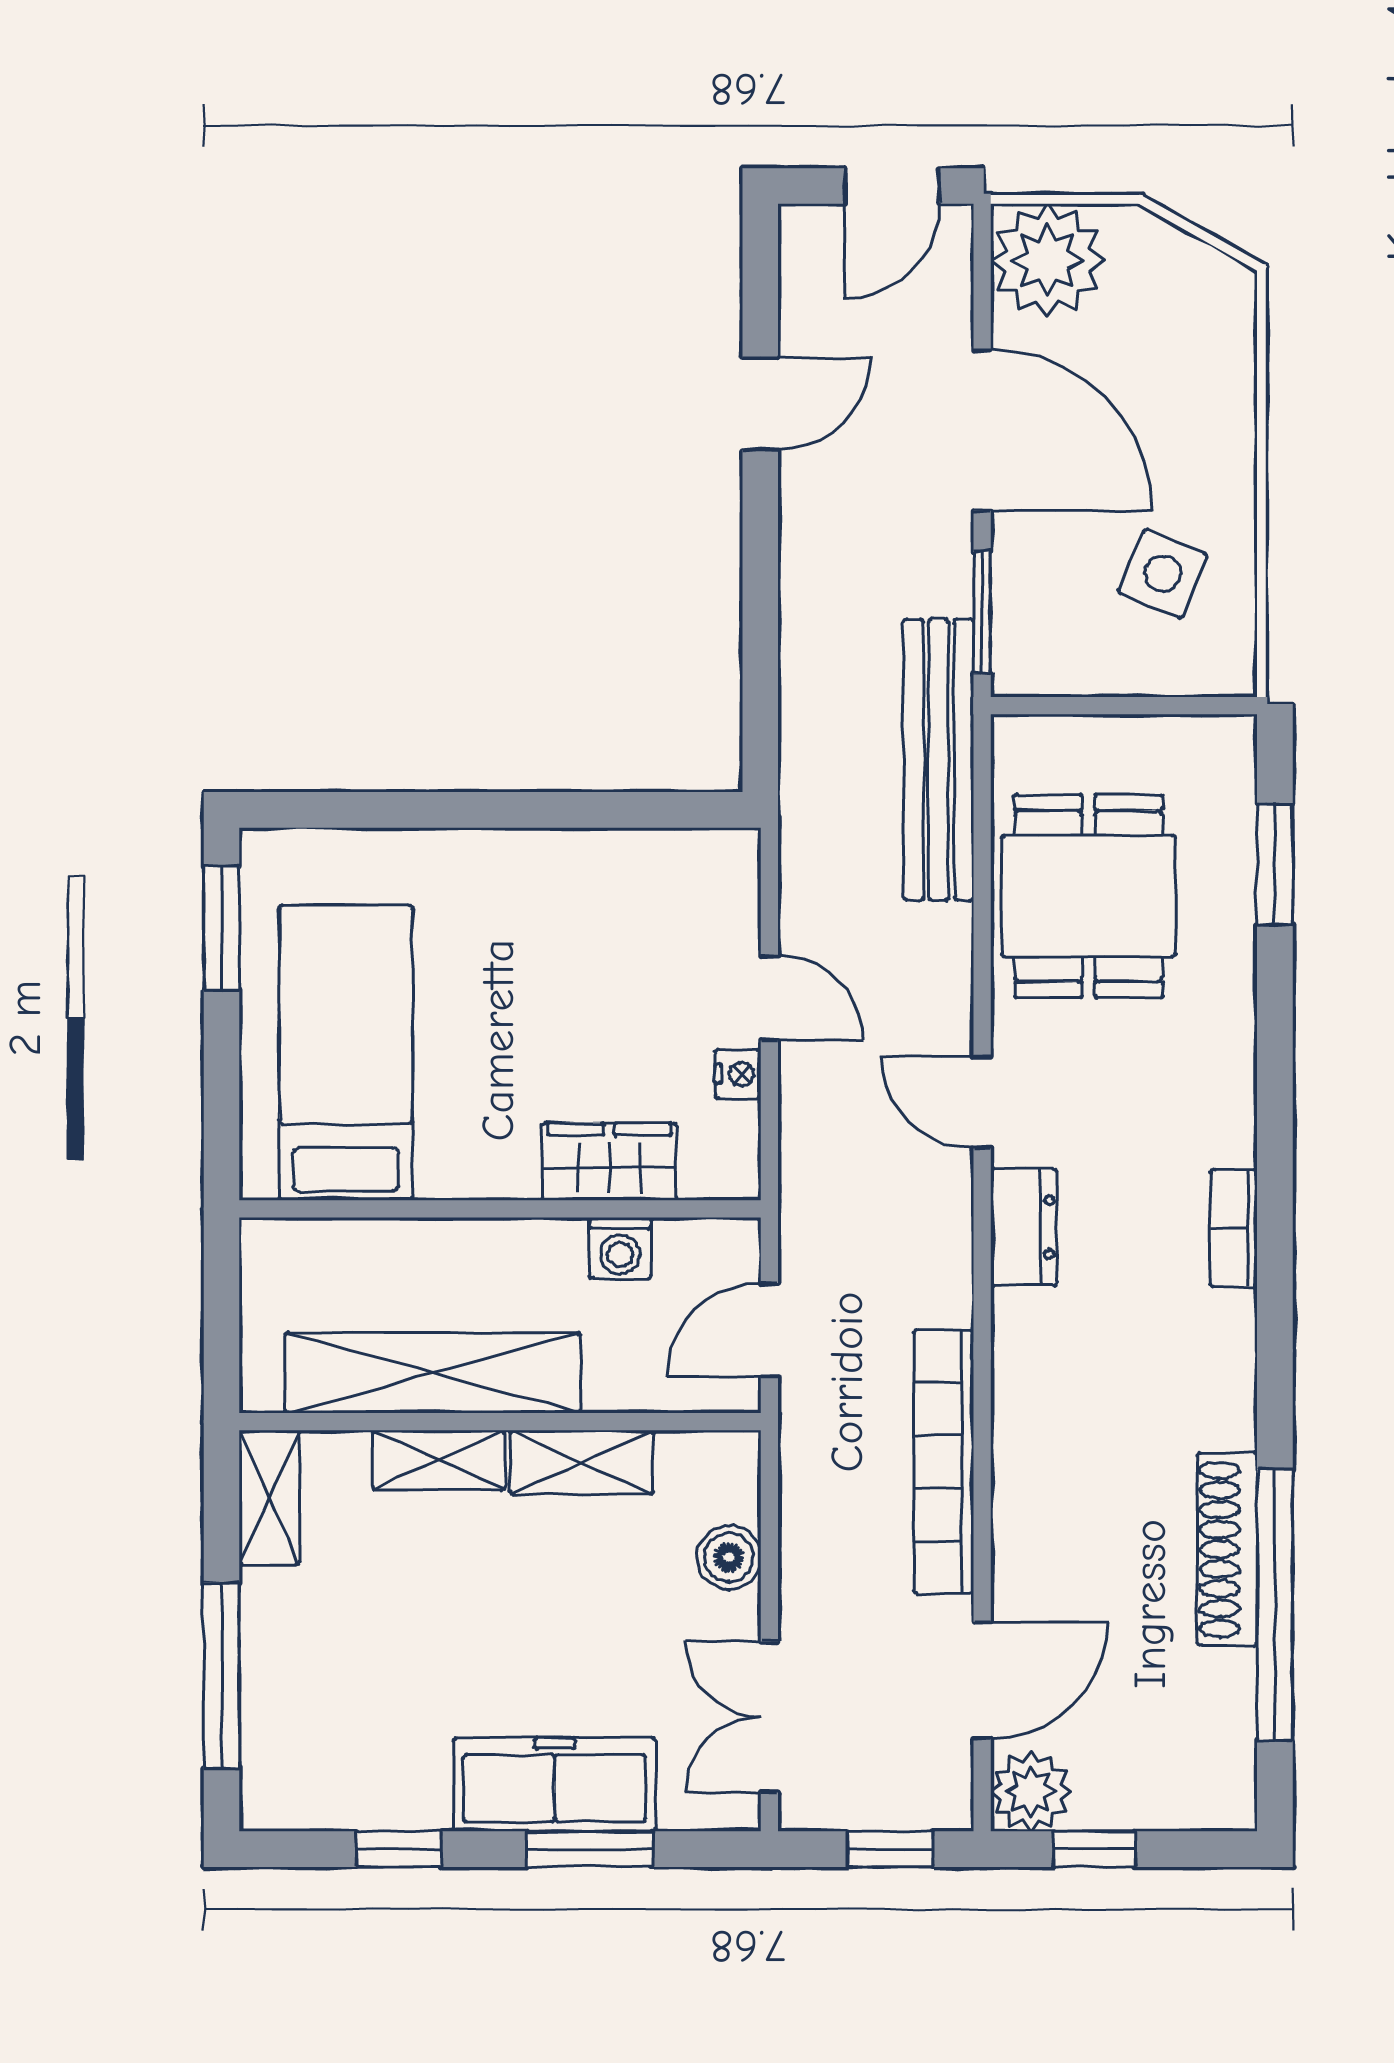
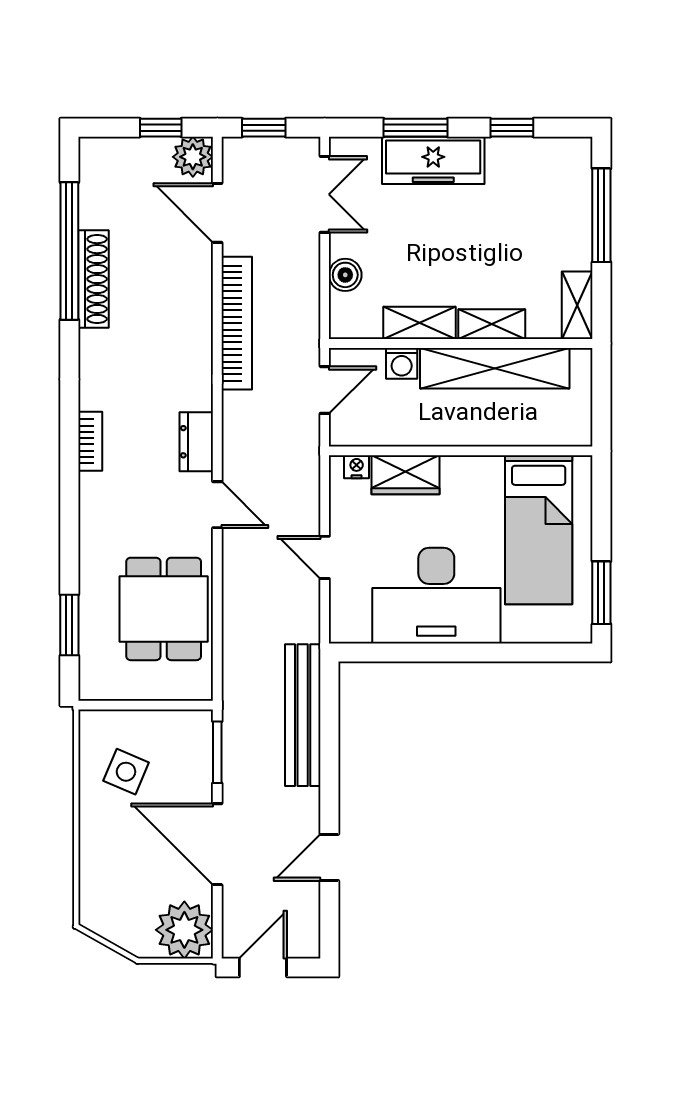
bench: (939, 760) -> (303, 715), moved
desk: (548, 922) -> (436, 596), added
nightstand: (738, 1074) -> (357, 467), moved, turned 90
washing machine: (620, 1248) -> (402, 363), moved, turned 180
door: (982, 1680) -> (217, 213), hinge flipped

